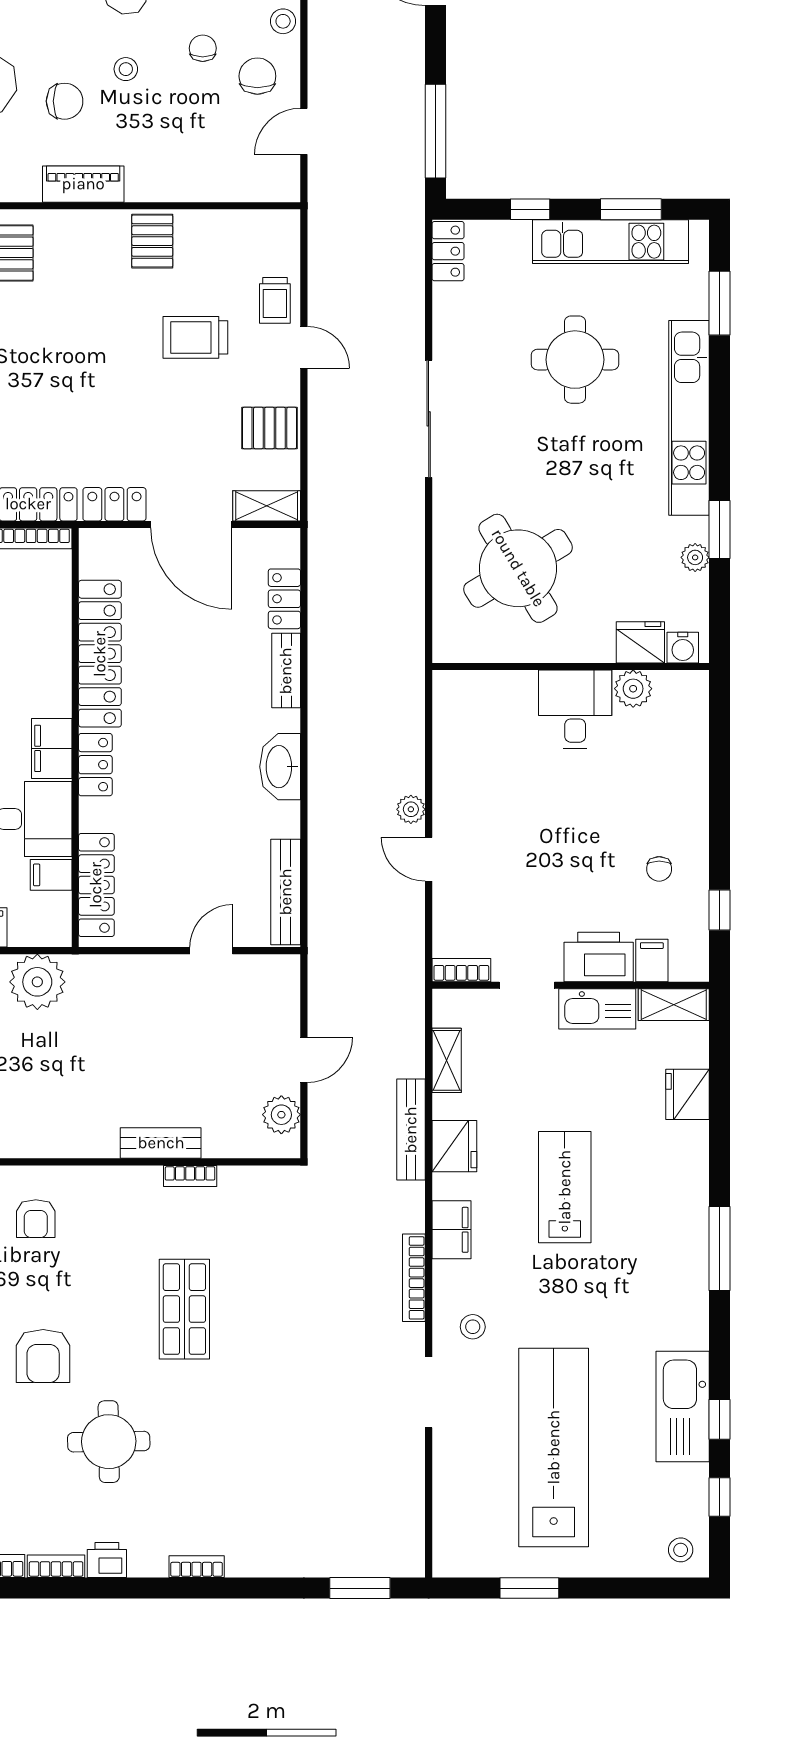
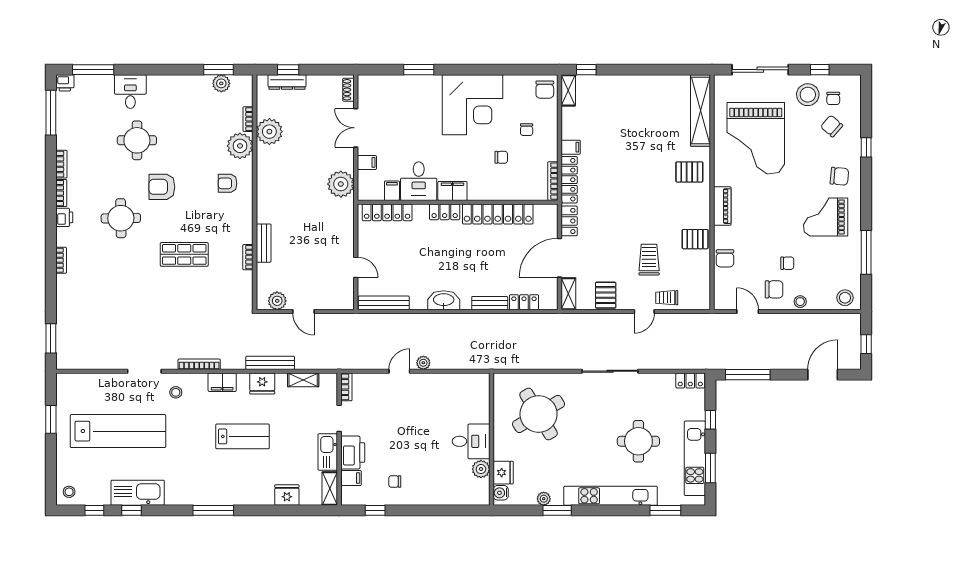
stool: (126, 69) -> (777, 226), removed
chair: (65, 101) -> (725, 258), moved

